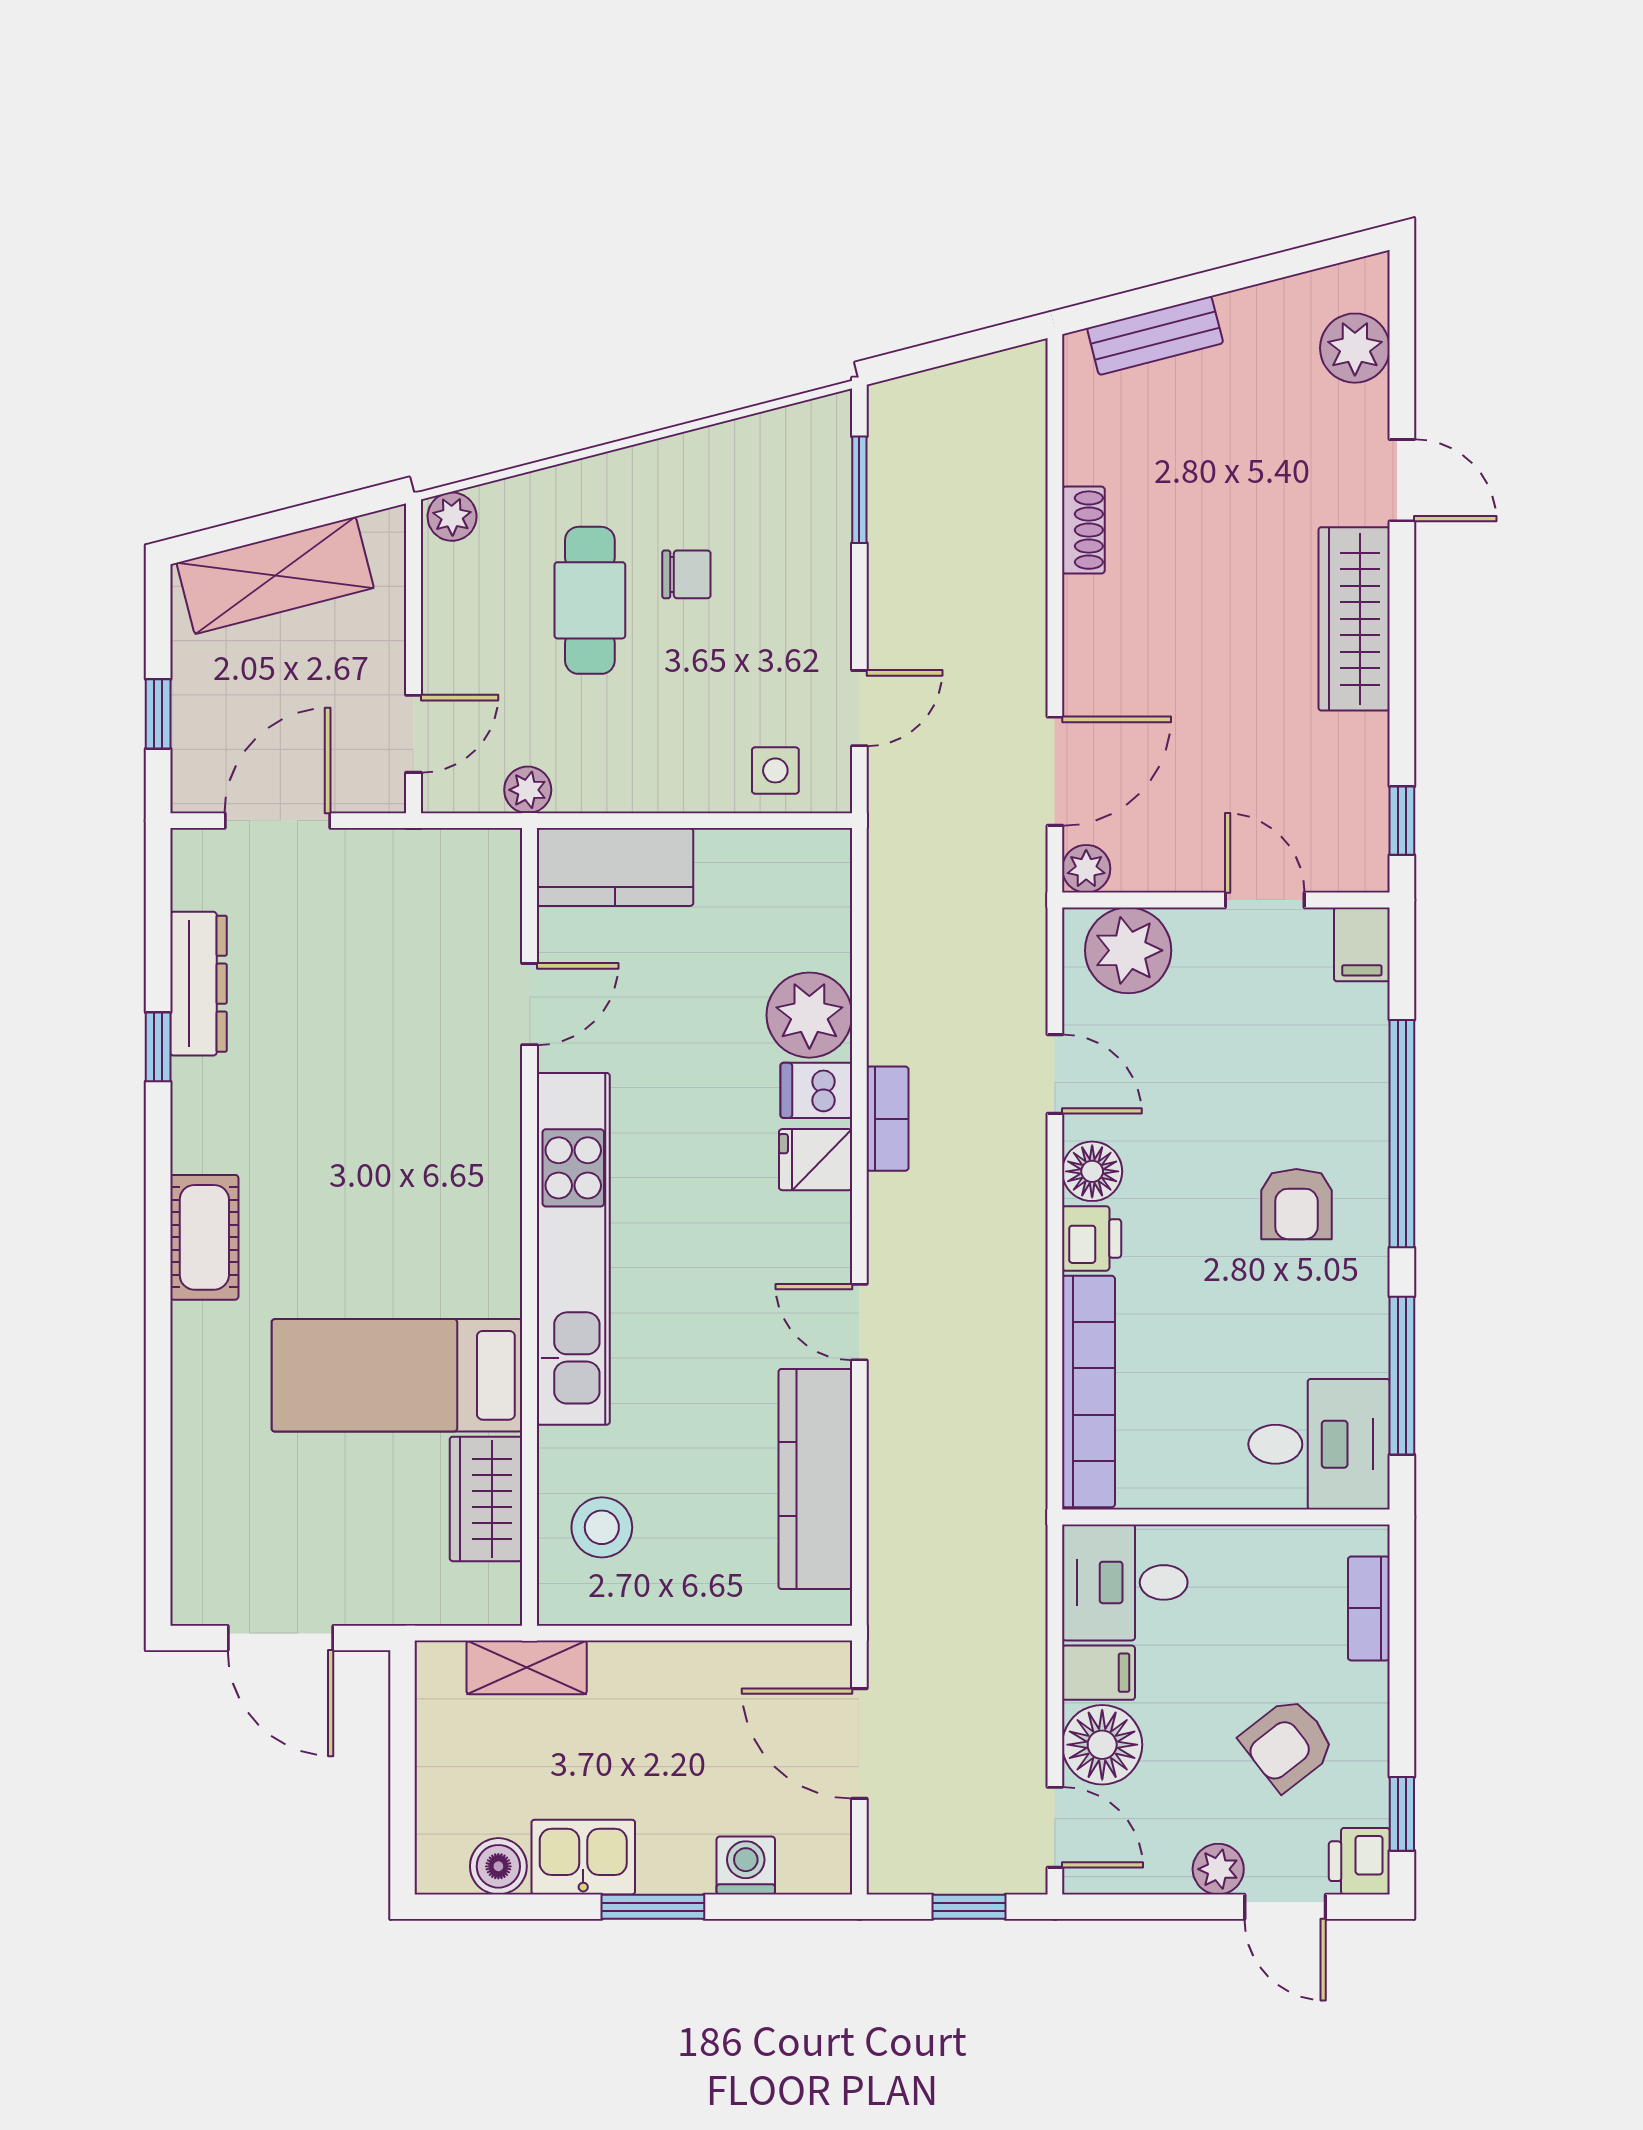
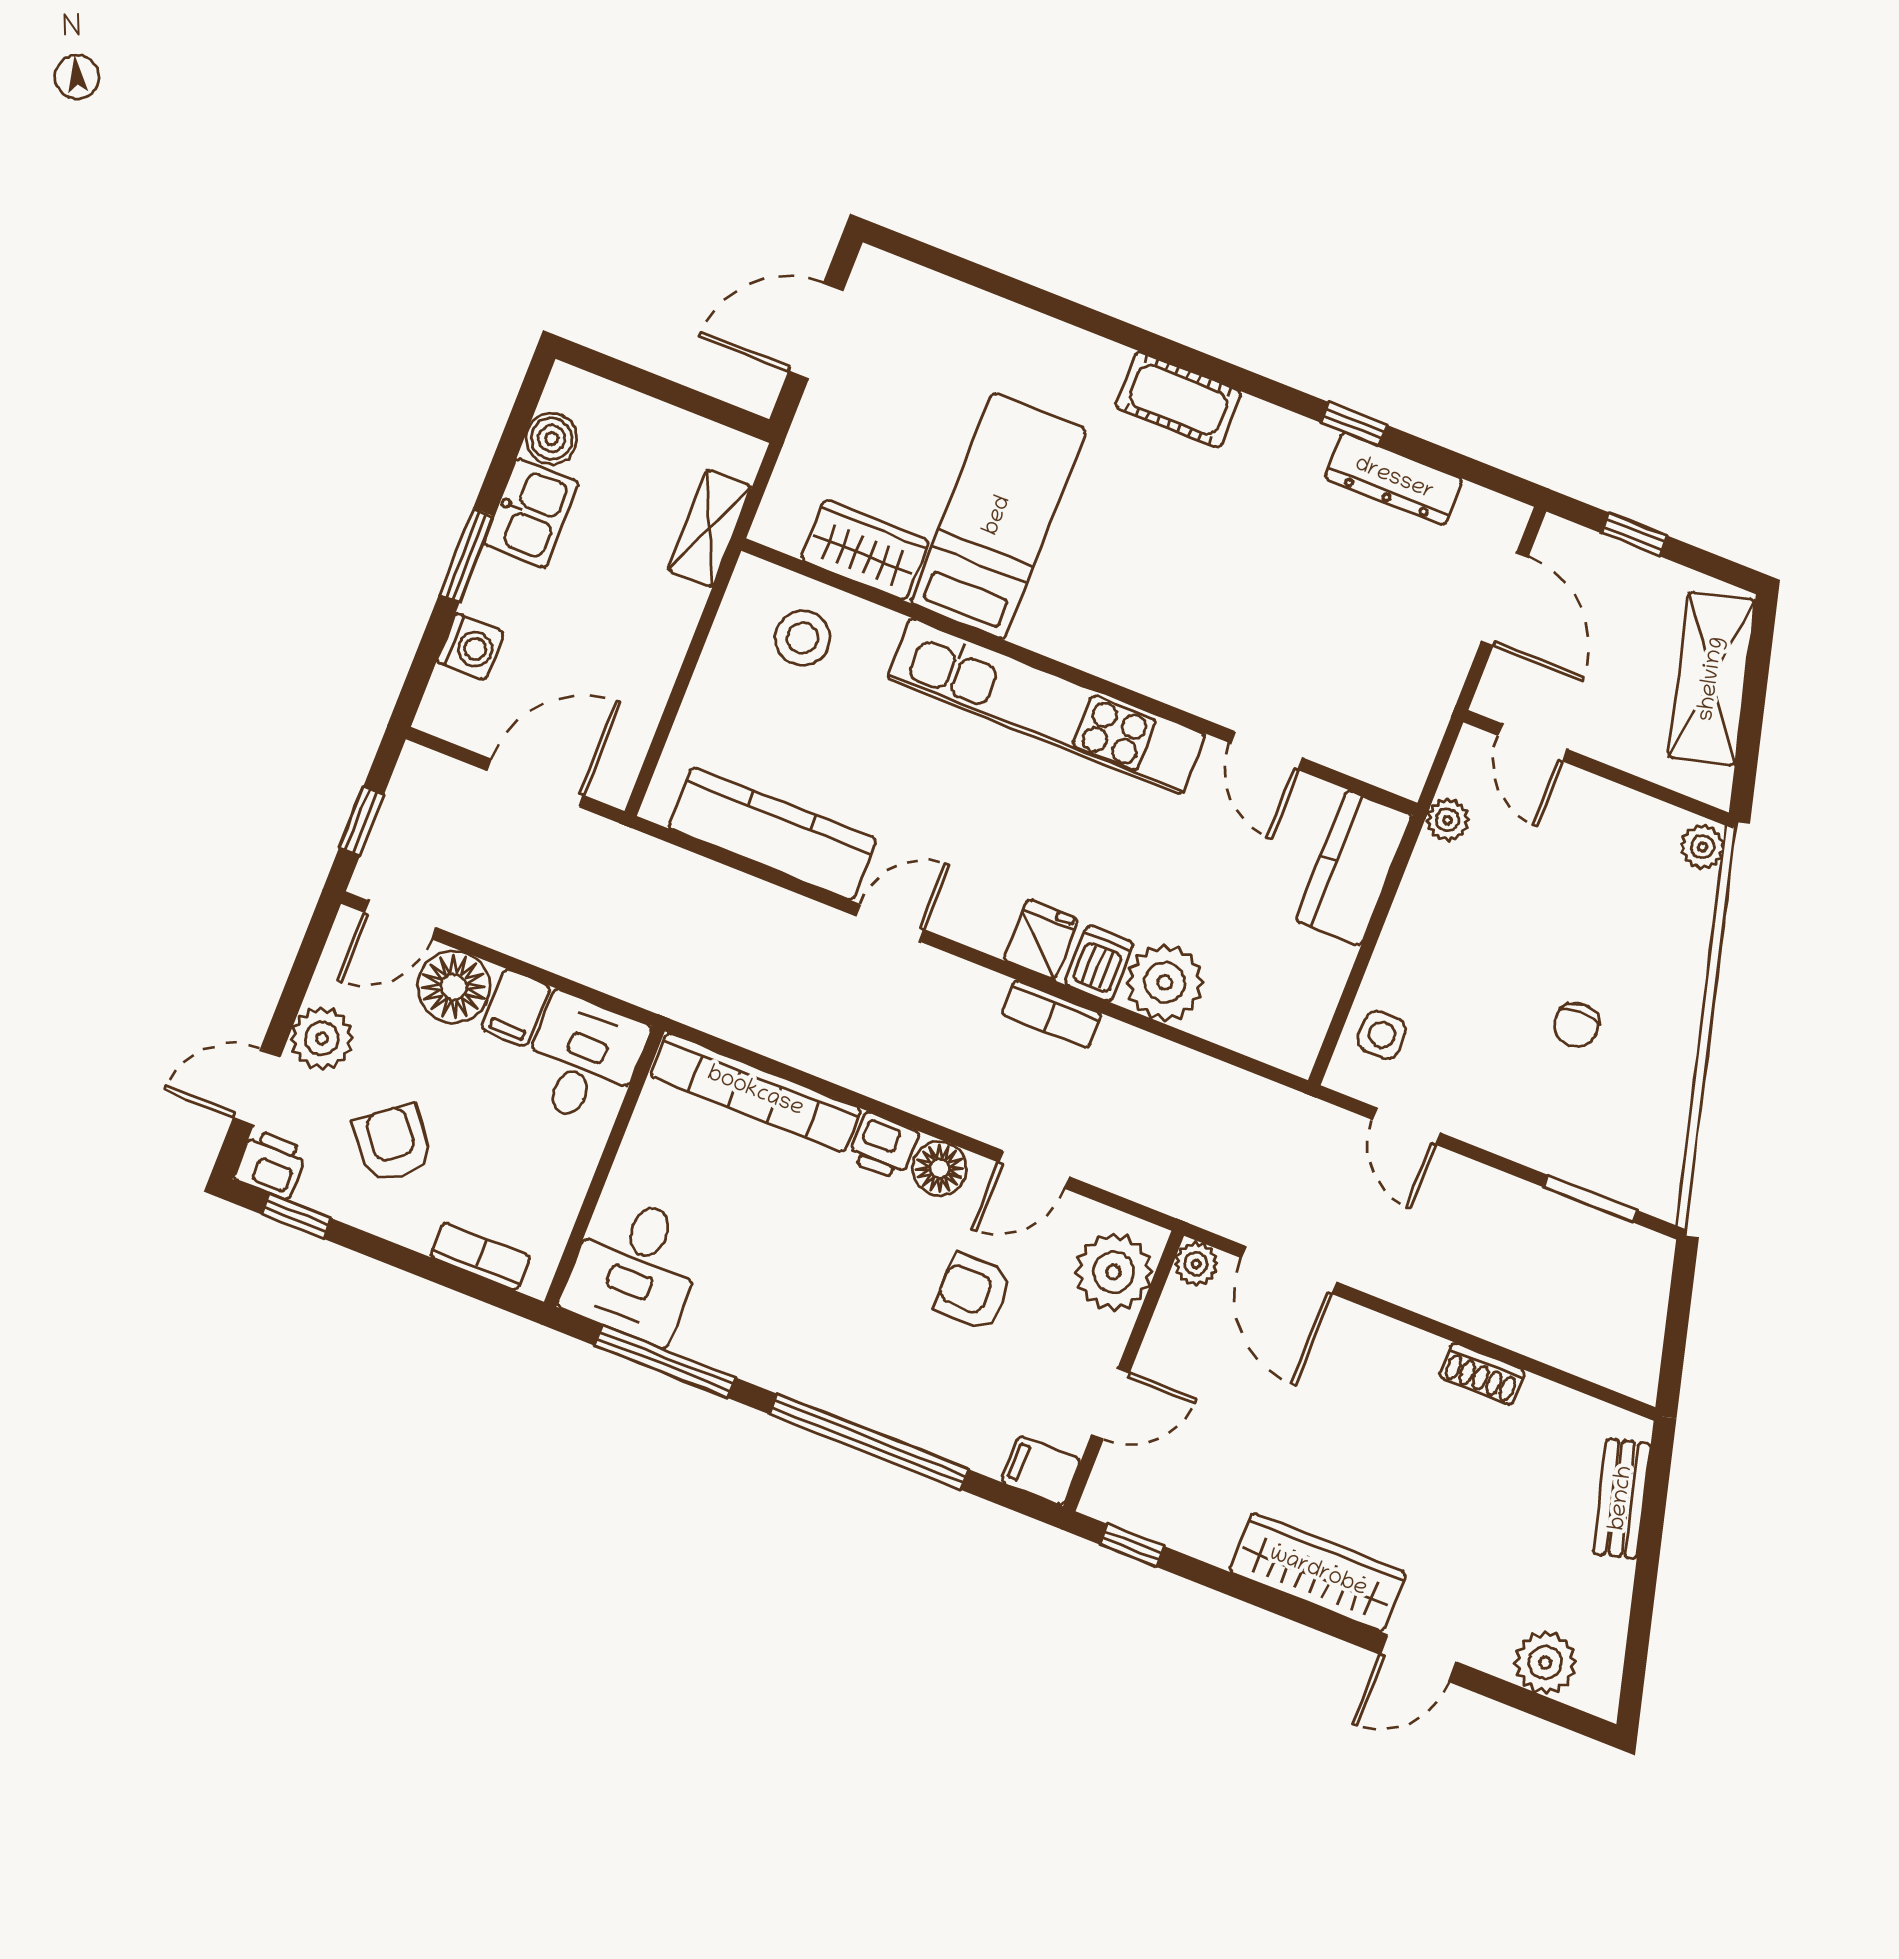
cafe table: (590, 600) -> (1586, 935), removed
armchair: (1296, 1204) -> (974, 1292), moved
plant: (1218, 1869) -> (322, 1038), width x1.38, depth x1.38

